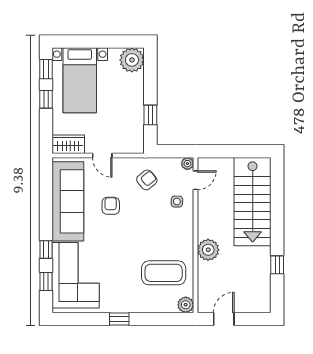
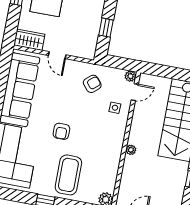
armchair: (111, 206) -> (61, 131), moved, turned 180
plant: (208, 250) -> (131, 150), width x0.53, depth x0.53
coffee table: (164, 273) -> (68, 175), moved, turned 90

